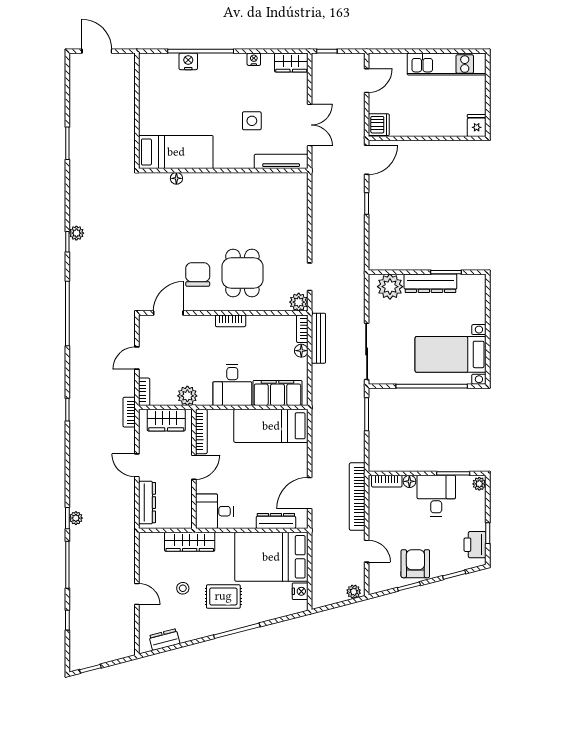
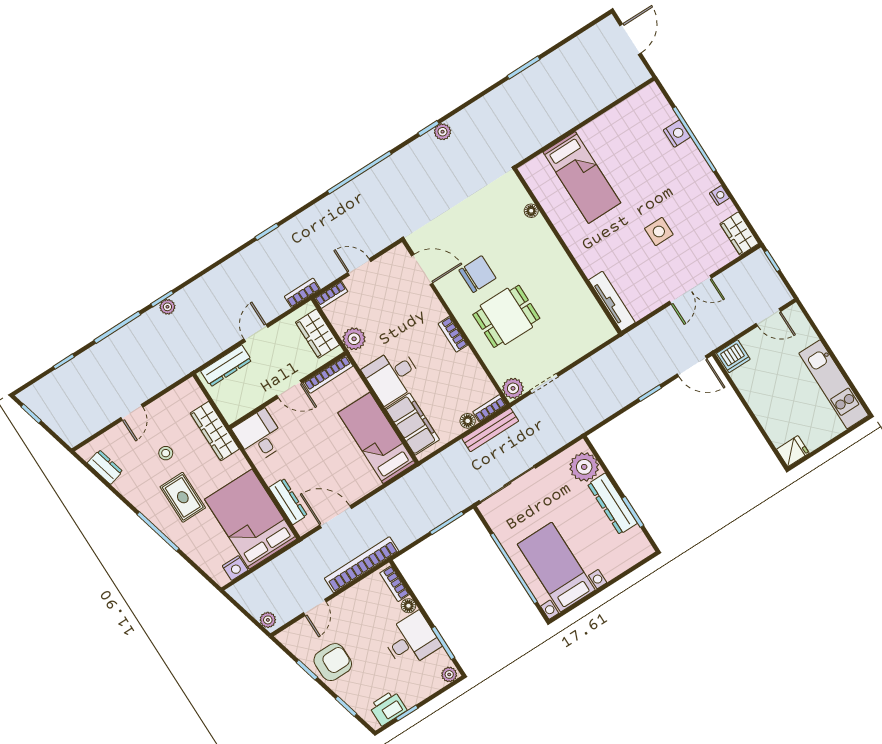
tv unit: (281, 161) -> (612, 301), moved
wall: (223, 171) -> (568, 251), moved
floor lamp: (176, 178) -> (531, 211), moved

